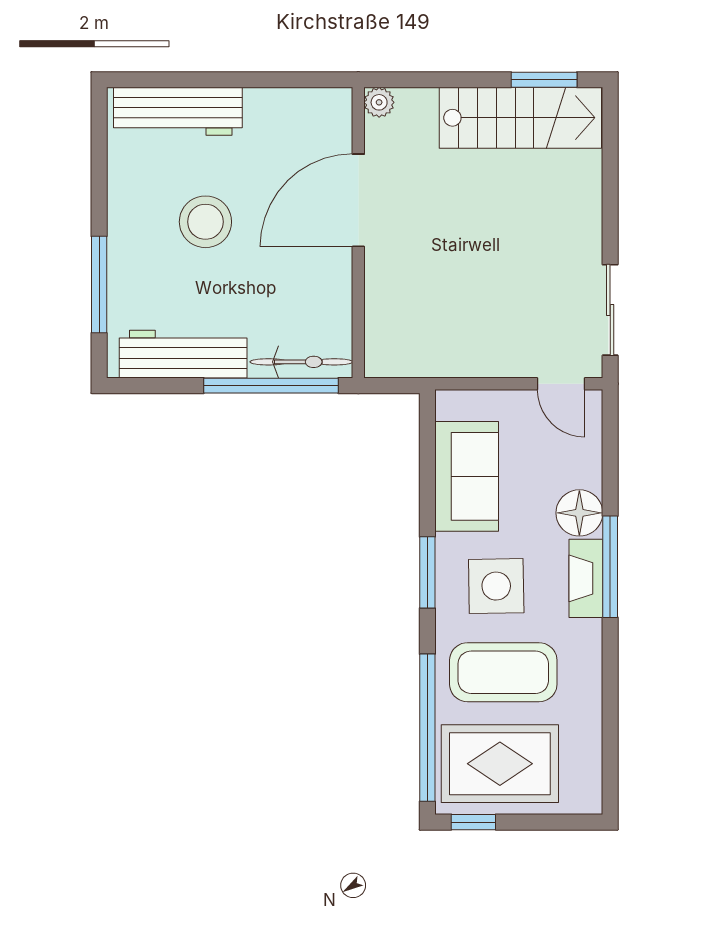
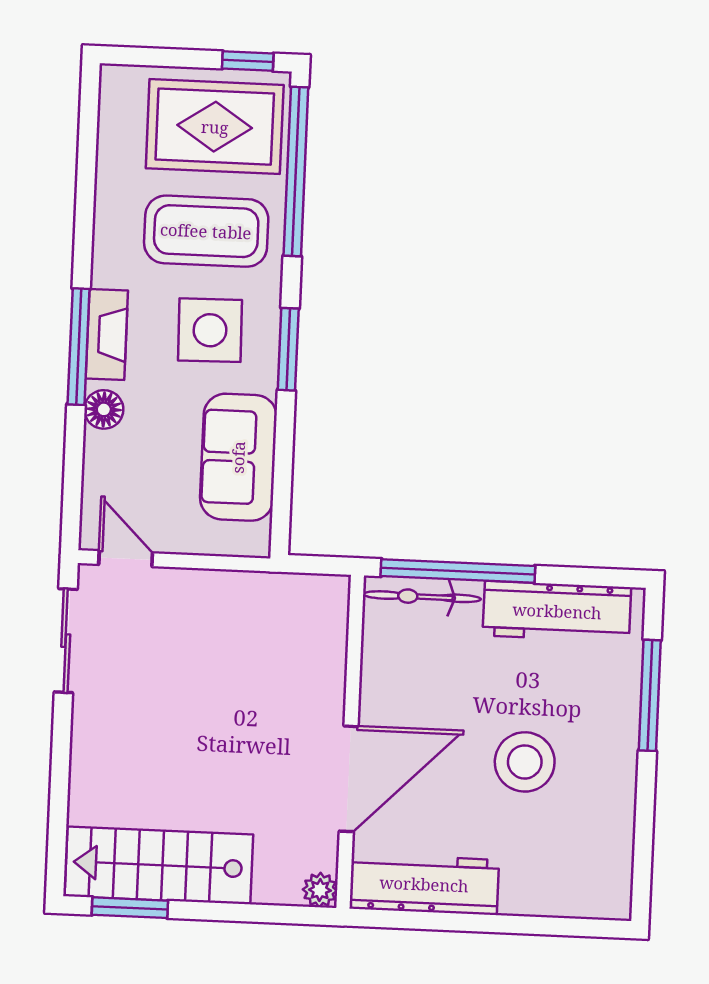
workbench: (178, 111) -> (424, 884), moved
floor lamp: (579, 513) -> (104, 409), width x0.73, depth x0.73

